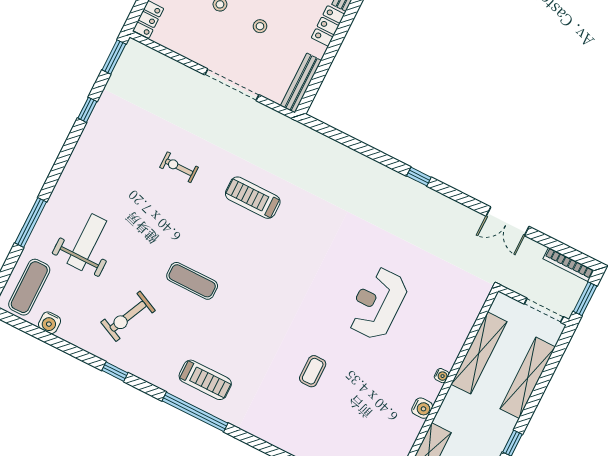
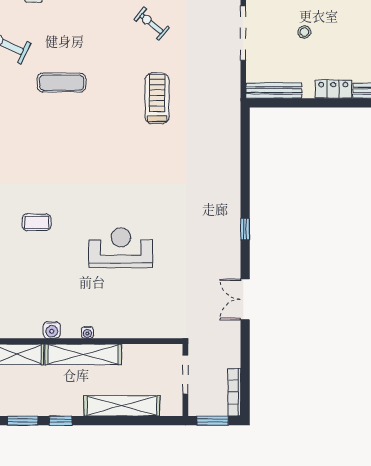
exercise bike: (179, 167) -> (151, 24), turned -50
double door: (508, 221) -> (245, 299), moved
exercise mat: (192, 281) -> (61, 83), turned 90
doorway: (544, 310) -> (185, 375), moved
shelving: (479, 353) -> (83, 354), moved

